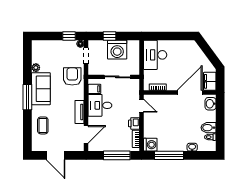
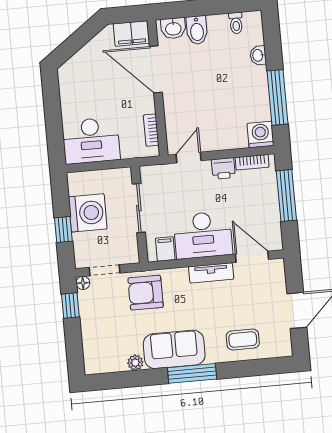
desk: (100, 105) -> (203, 235), width x1.37
bidet: (208, 128) -> (197, 30), moved

